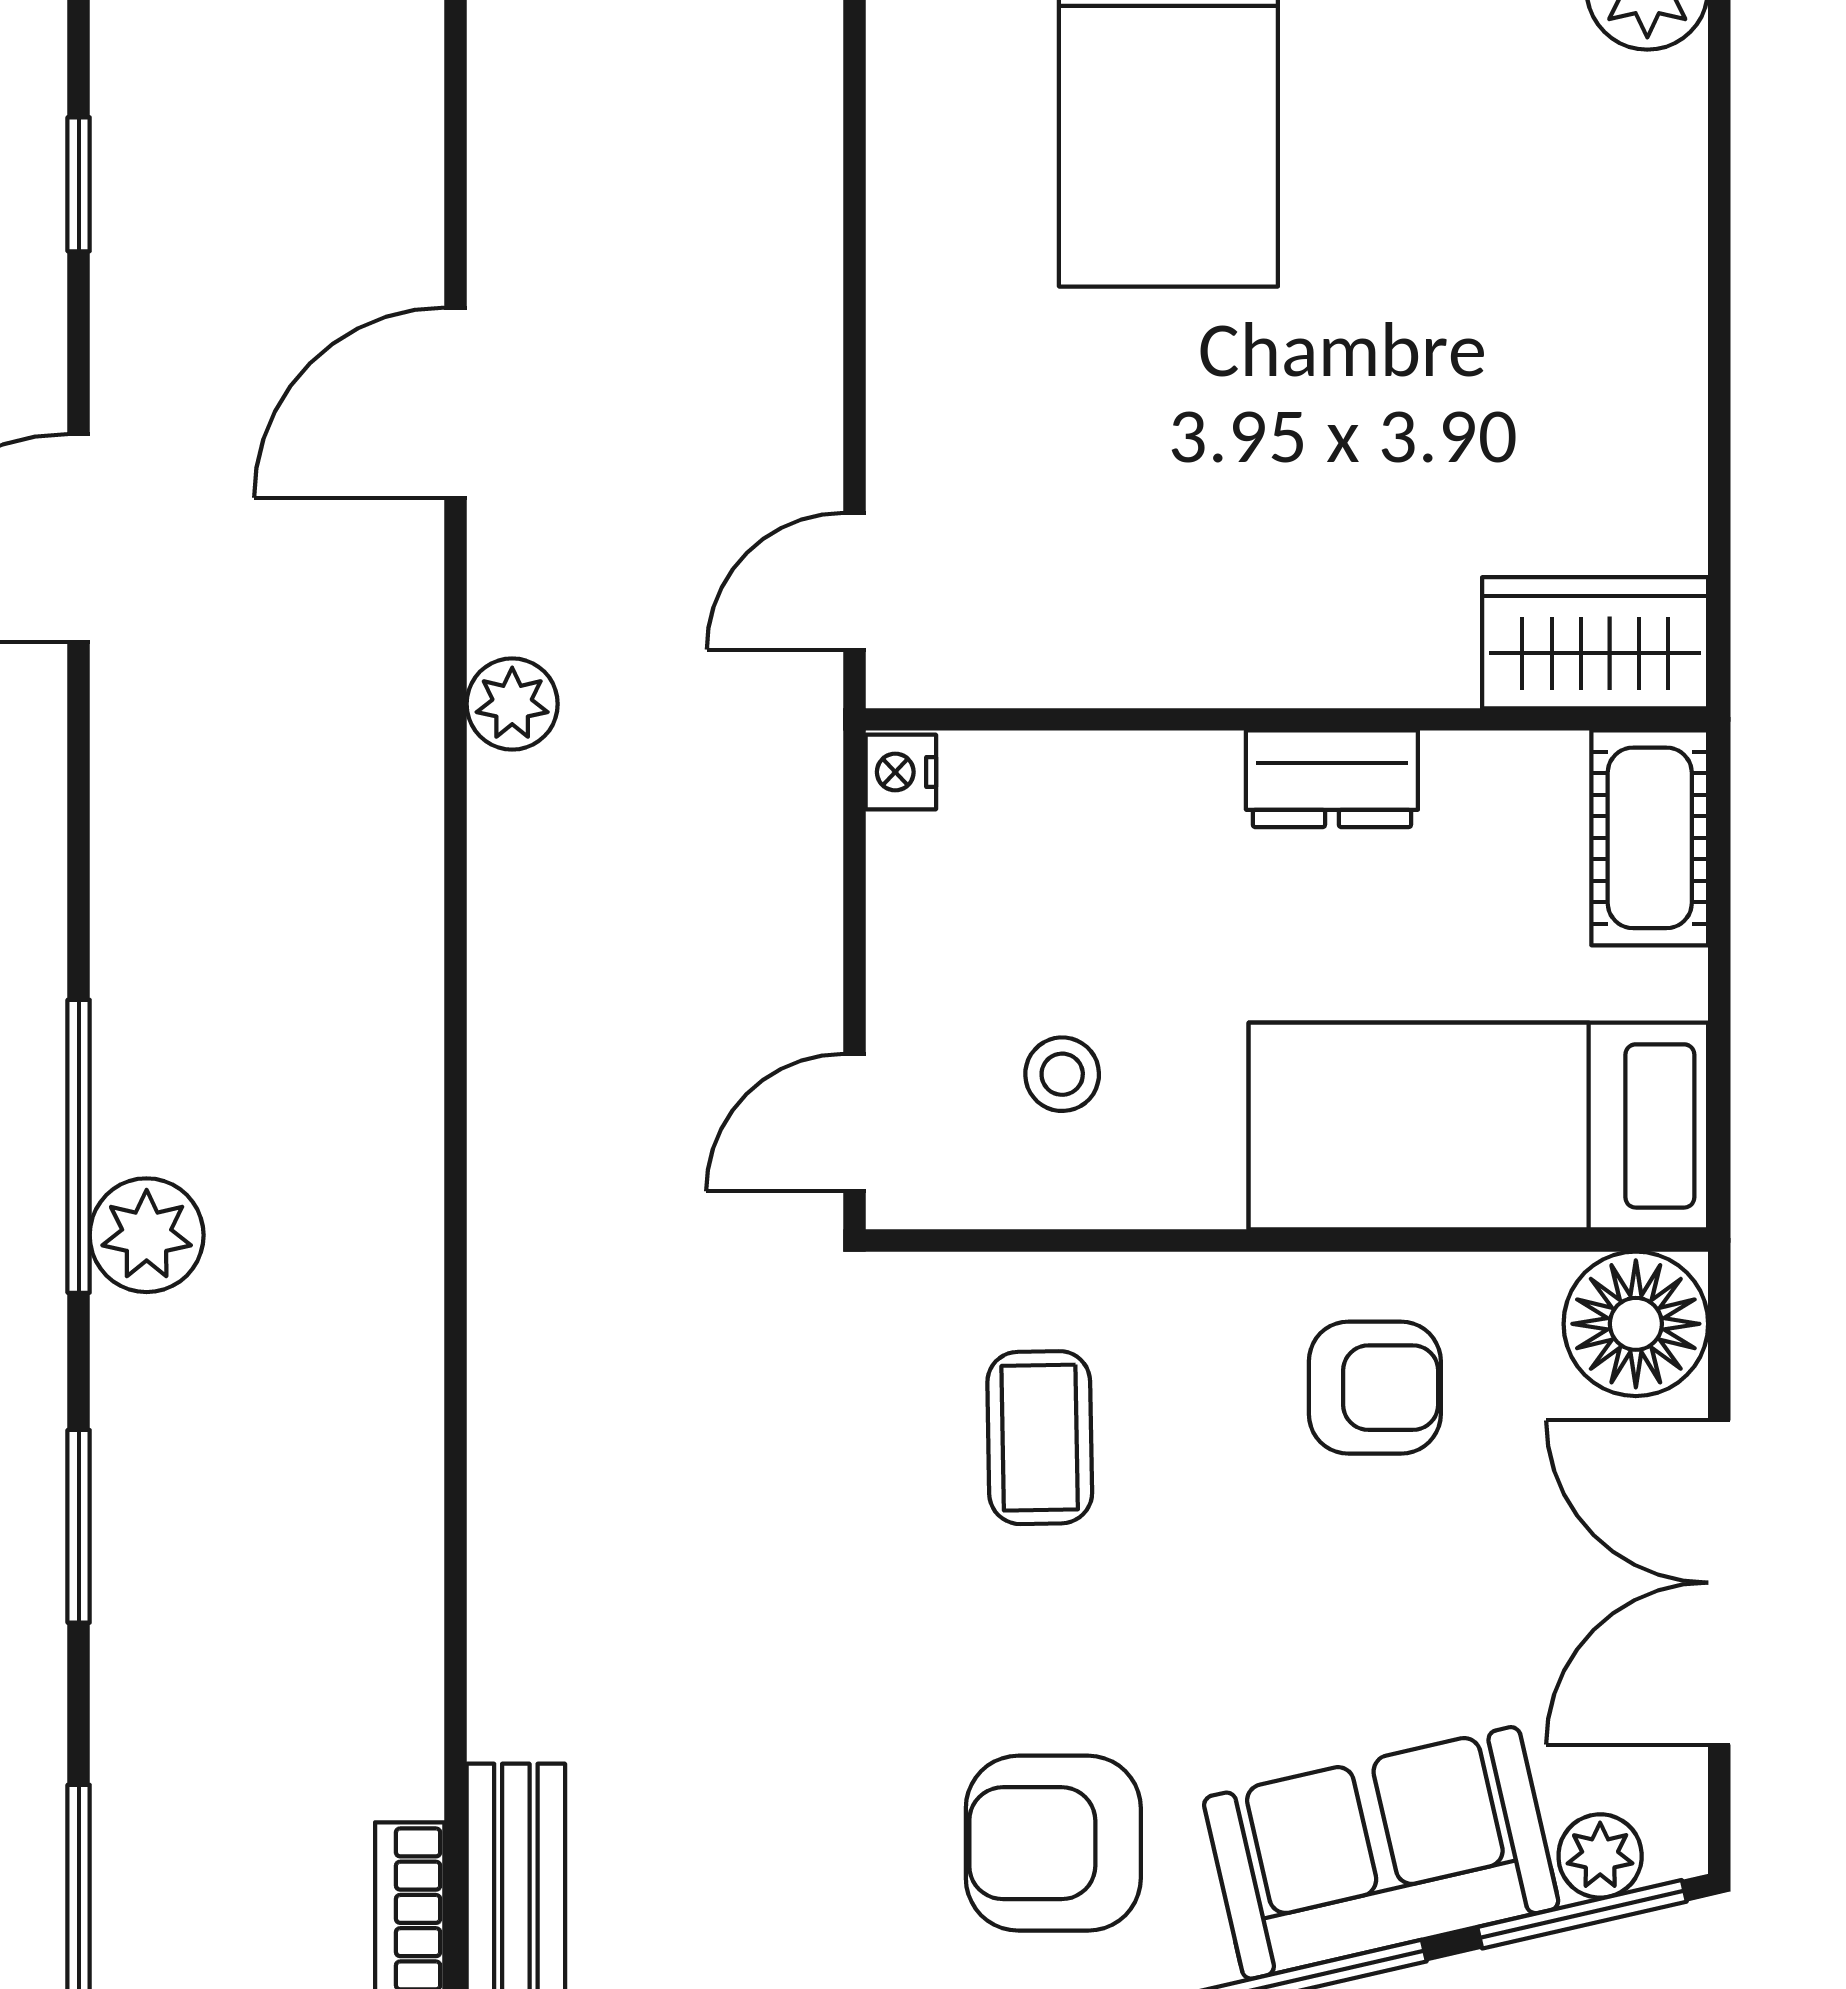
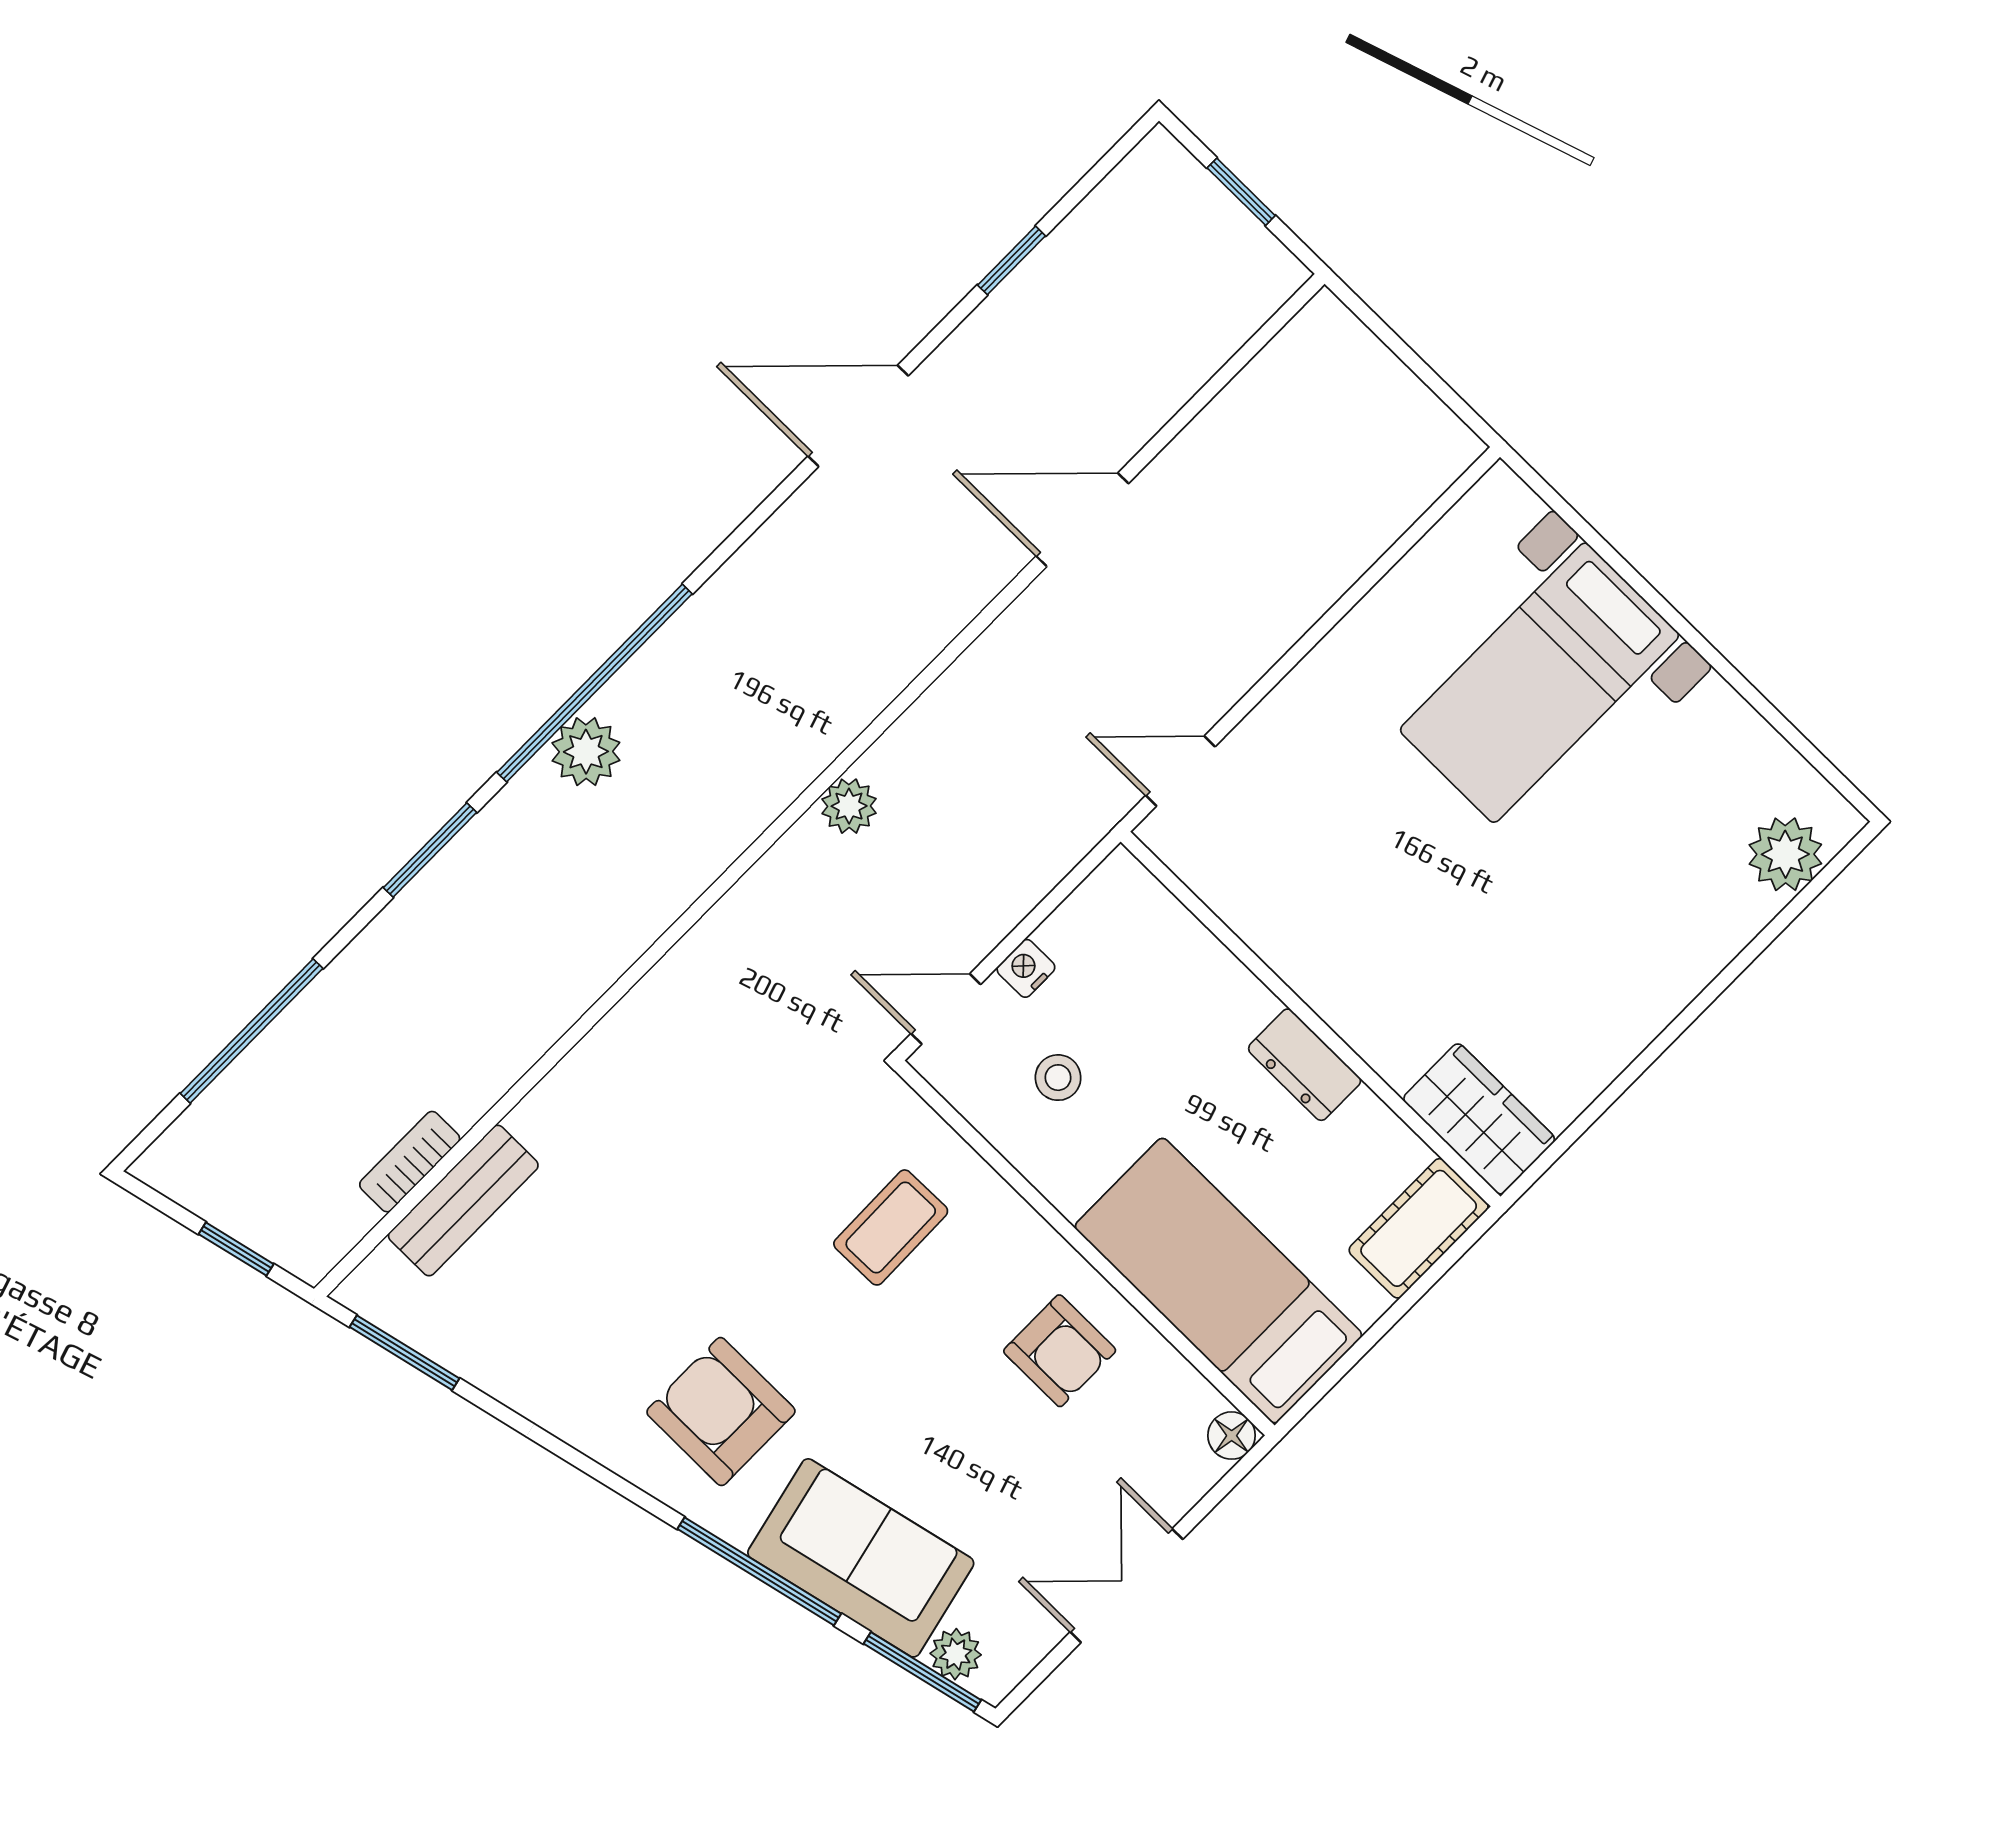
plant: (512, 704) -> (849, 806), moved
nightstand: (901, 772) -> (1026, 968), moved
window: (79, 1146) -> (595, 683), width x1.46
floor lamp: (1636, 1324) -> (1232, 1436), width x0.53, depth x0.53
double door: (1719, 1583) -> (1126, 1586), width x0.73

